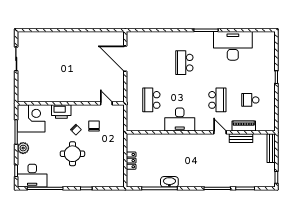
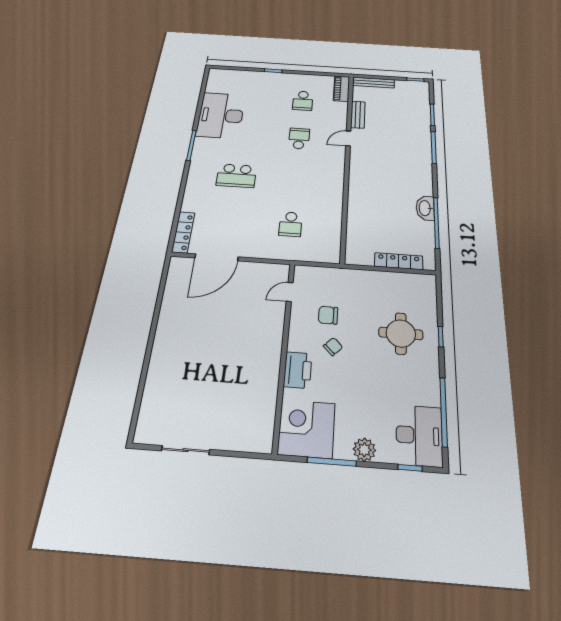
locker: (141, 36) -> (183, 232), added
school desk: (151, 100) -> (291, 224), width x0.54
school desk: (217, 100) -> (299, 139), width x0.54
desk: (180, 120) -> (325, 188), removed
piano: (244, 126) -> (342, 89), moved
round table: (72, 154) -> (401, 333), moved
locker: (131, 161) -> (399, 261), width x1.53

